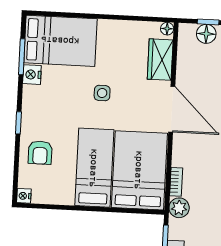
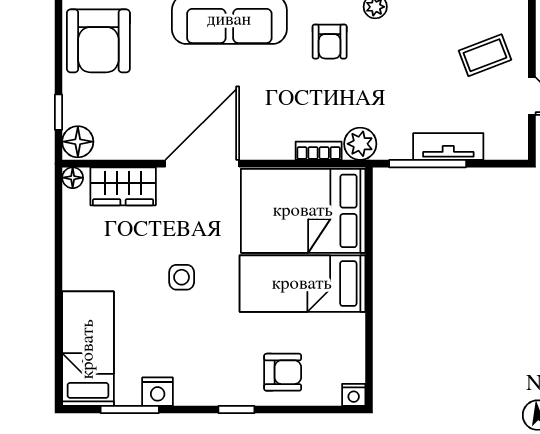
floor lamp: (206, 34) -> (78, 142), moved
bed: (60, 41) -> (88, 349), width x0.67

